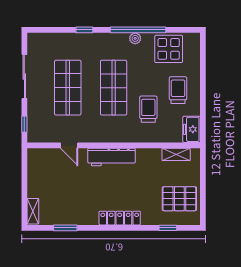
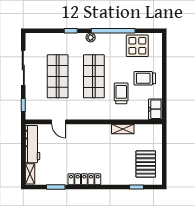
plant: (135, 38) -> (91, 37), moved
trolley: (178, 90) -> (145, 78), turned -90
shelving: (176, 154) -> (123, 129), moved
workbench: (112, 157) -> (33, 144), moved, turned -90
pallet: (179, 199) -> (146, 164), turned 90
locker: (120, 218) -> (84, 179), moved

